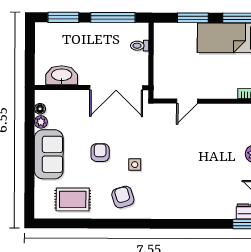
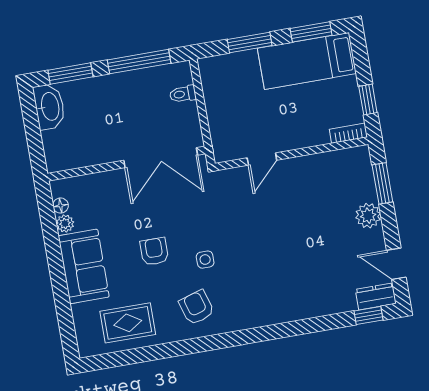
washbasin: (62, 75) -> (49, 107), moved, turned 90

